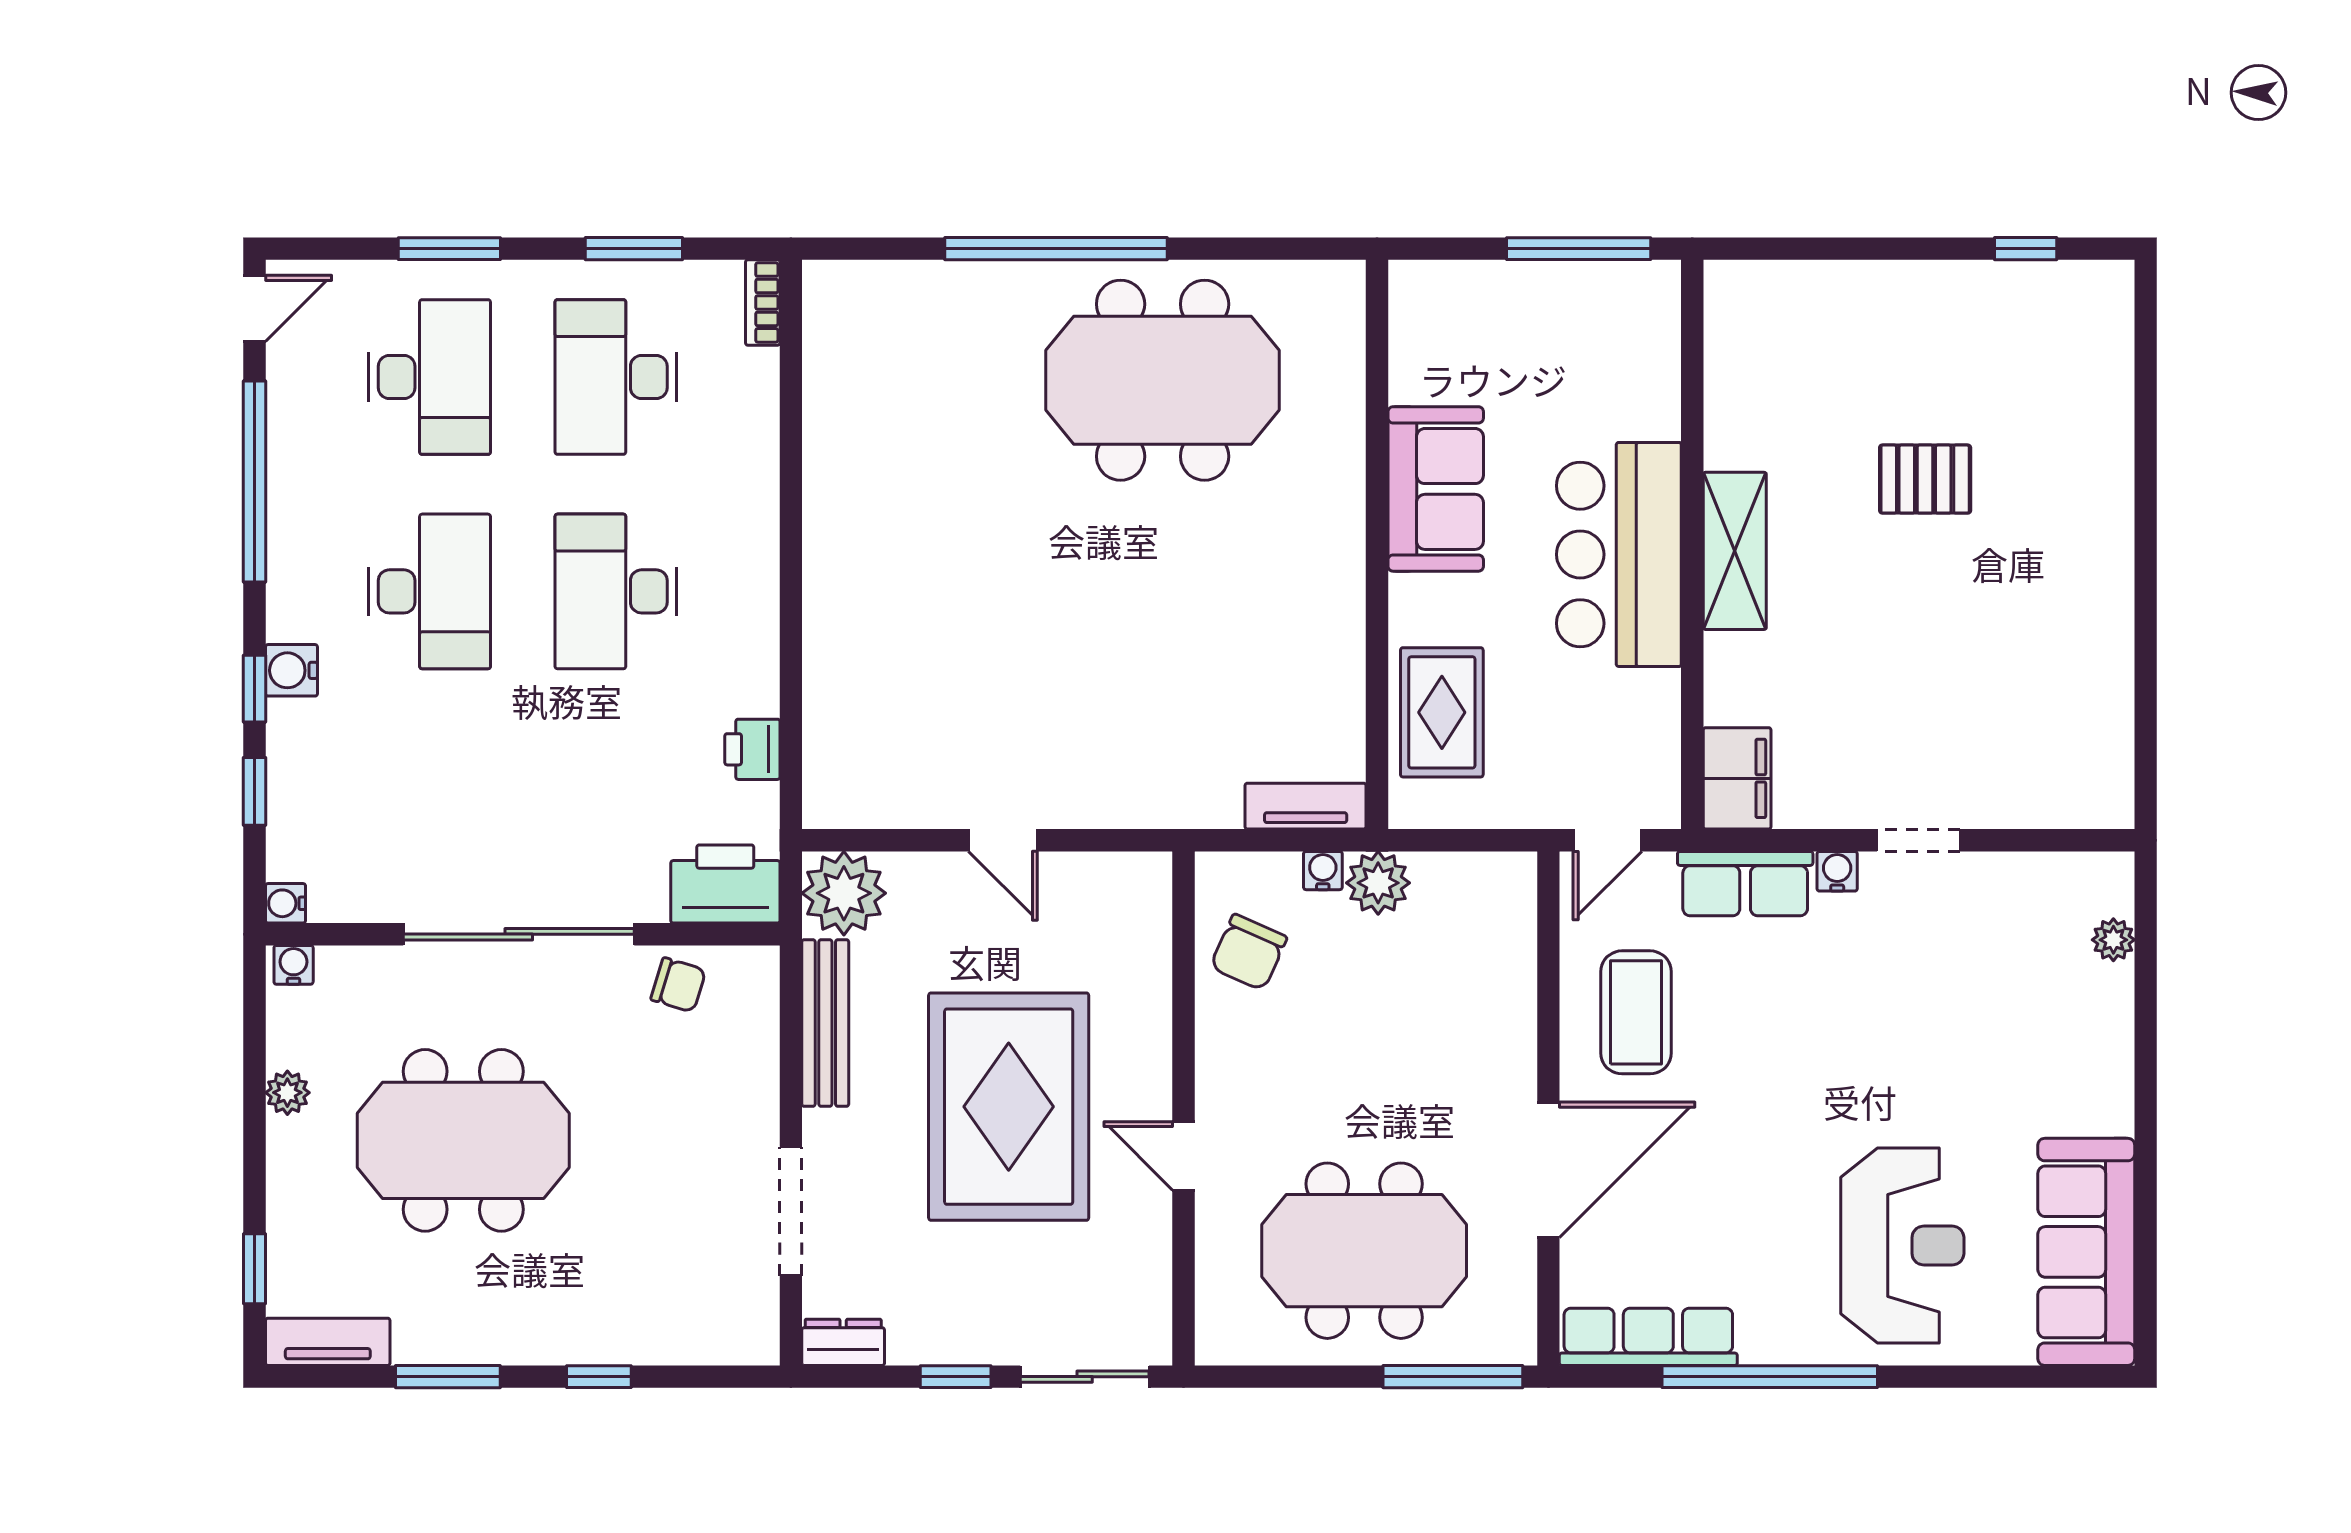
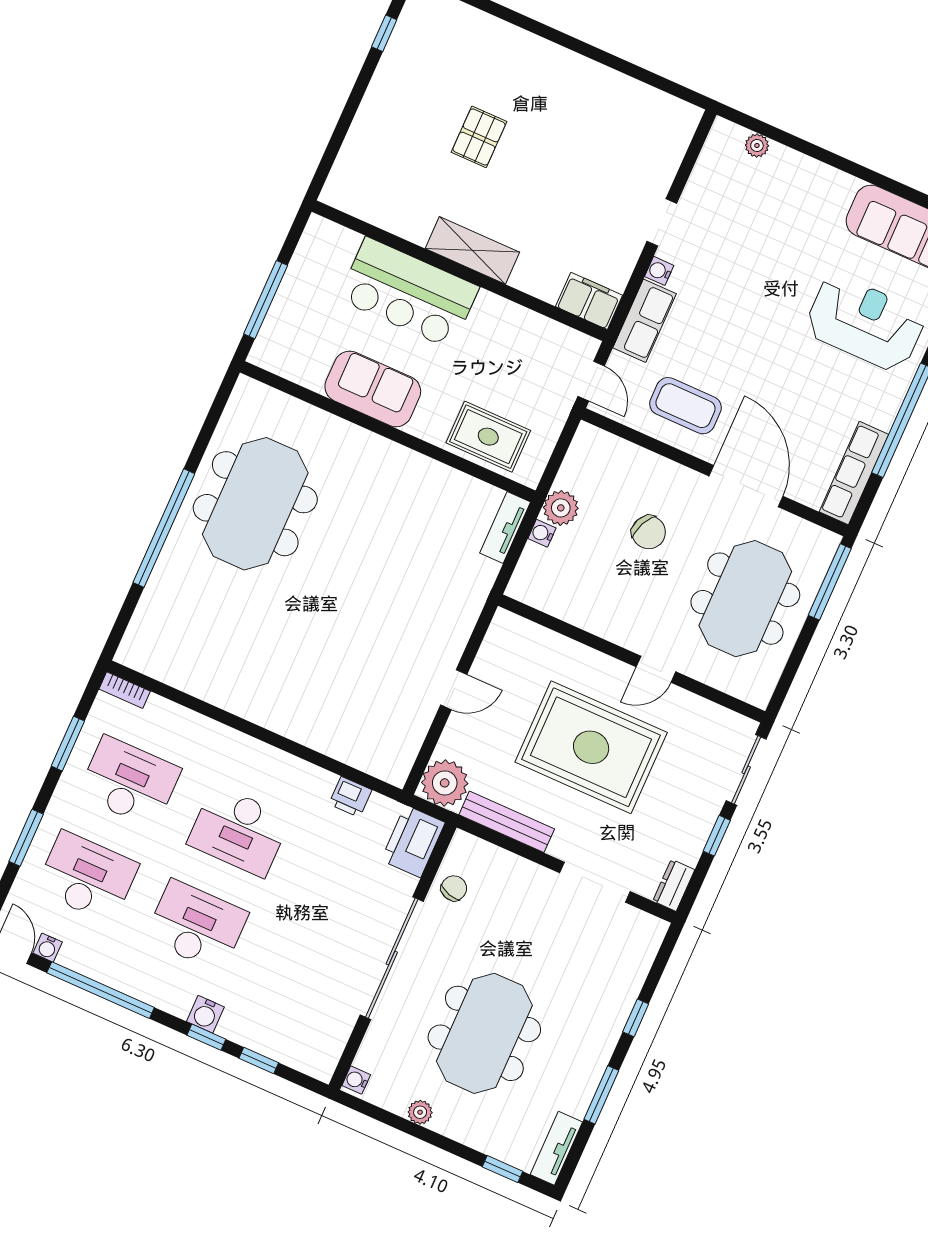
window: (1579, 249) -> (266, 300), moved
desk: (616, 377) -> (129, 782), turned 180
bar counter: (1619, 554) -> (409, 293), moved
water cooler: (285, 903) -> (48, 948), moved
chair: (1249, 952) -> (649, 532), moved

